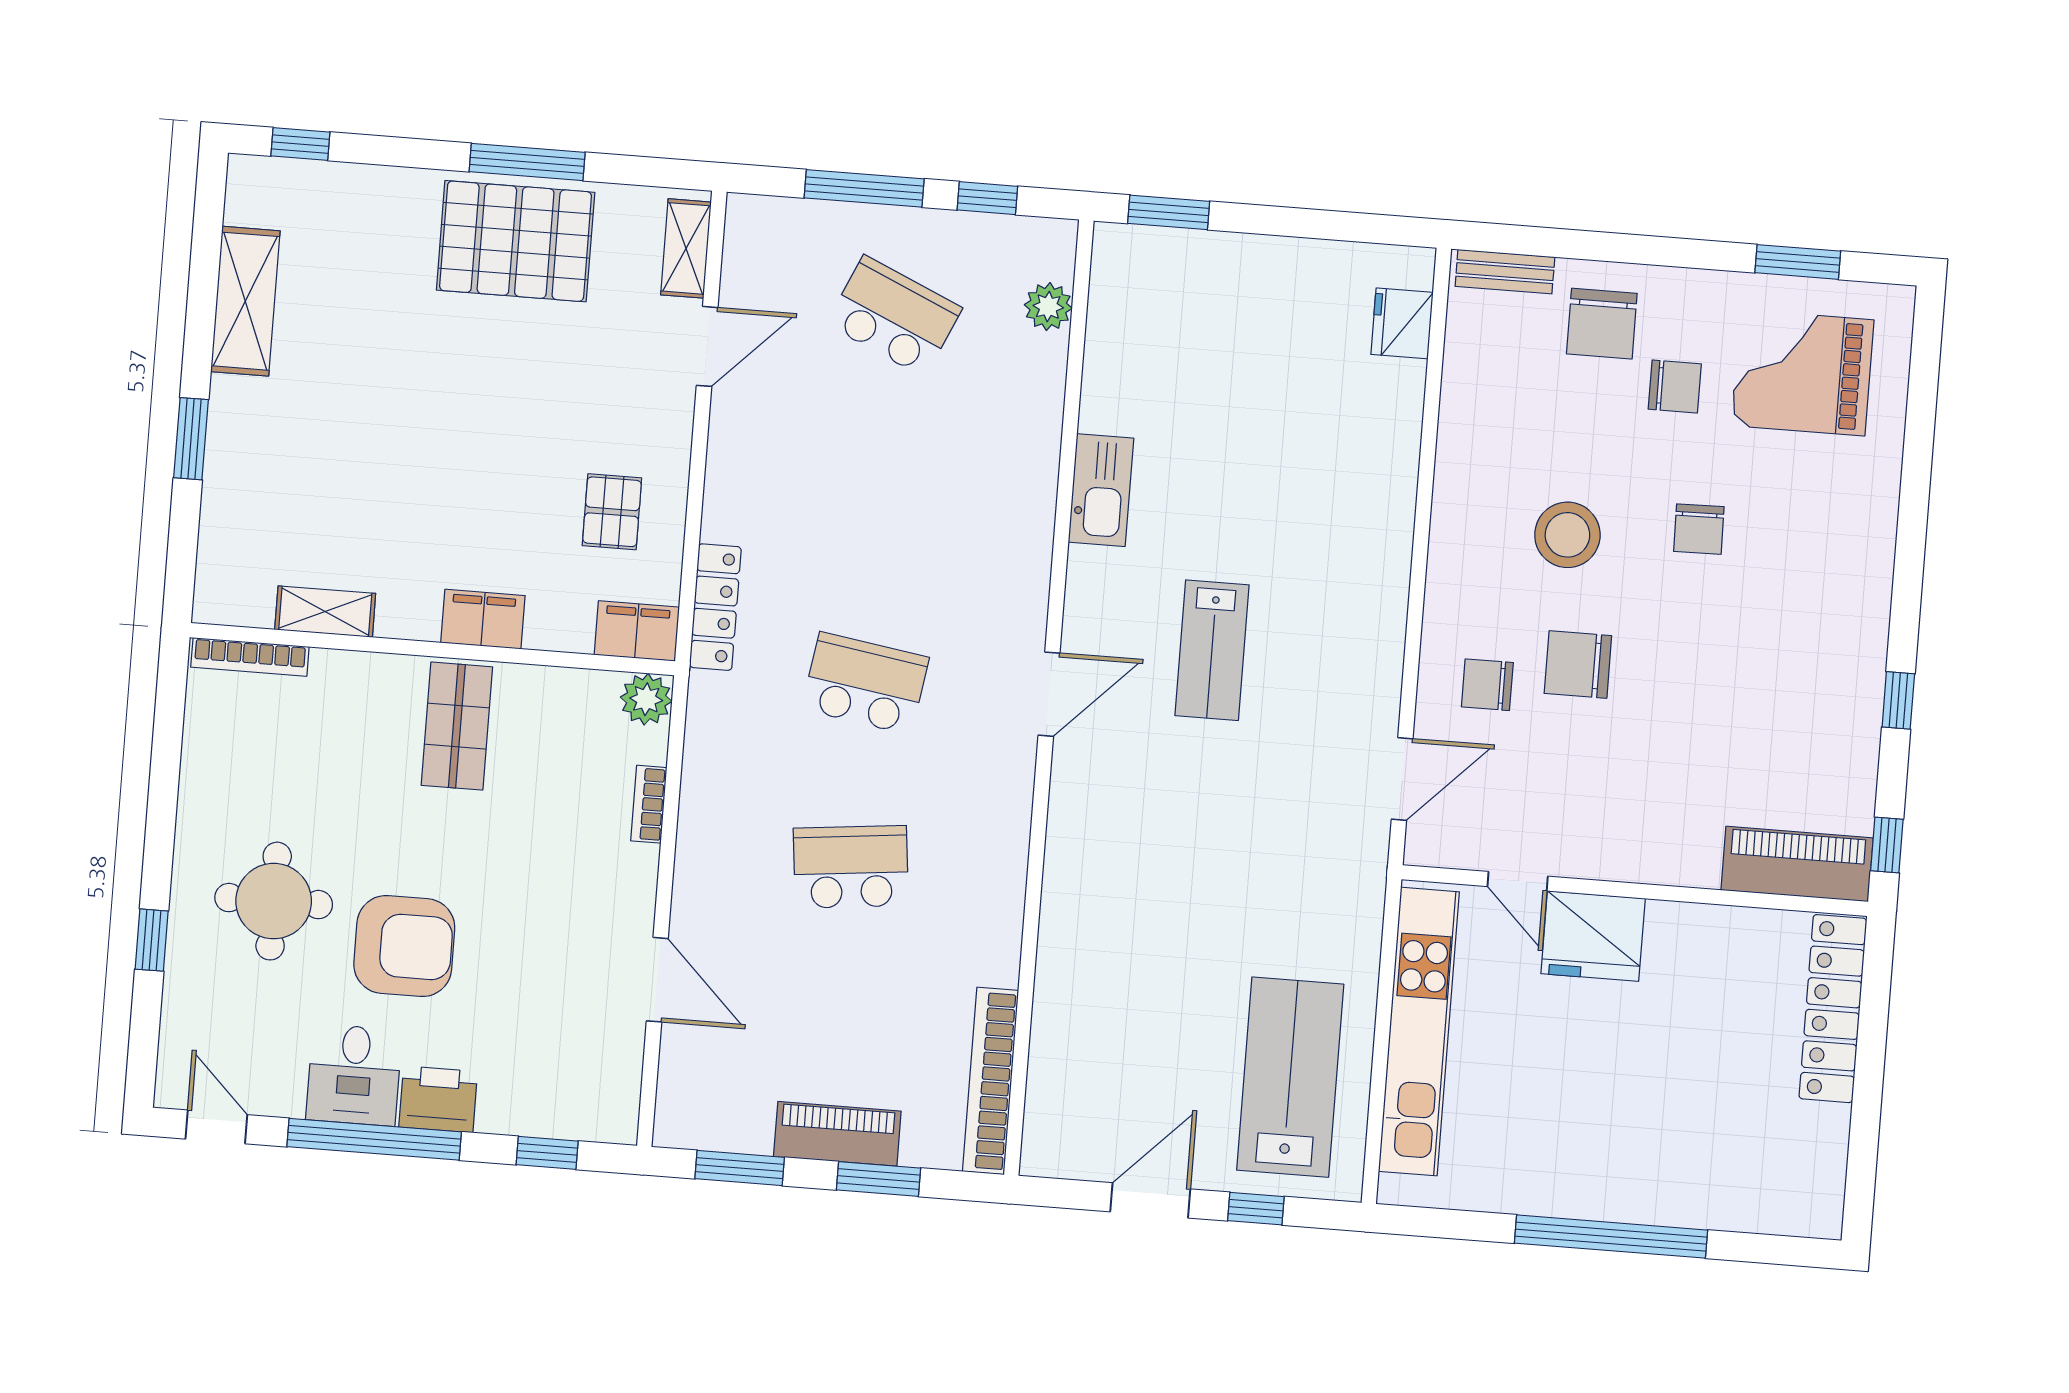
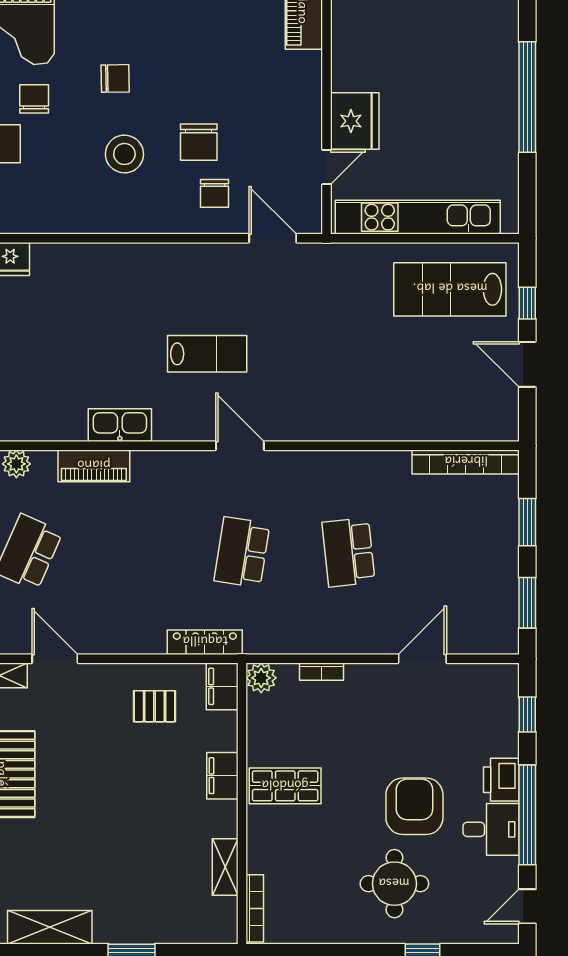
piano: (837, 1134) -> (94, 466), moved, turned -90

